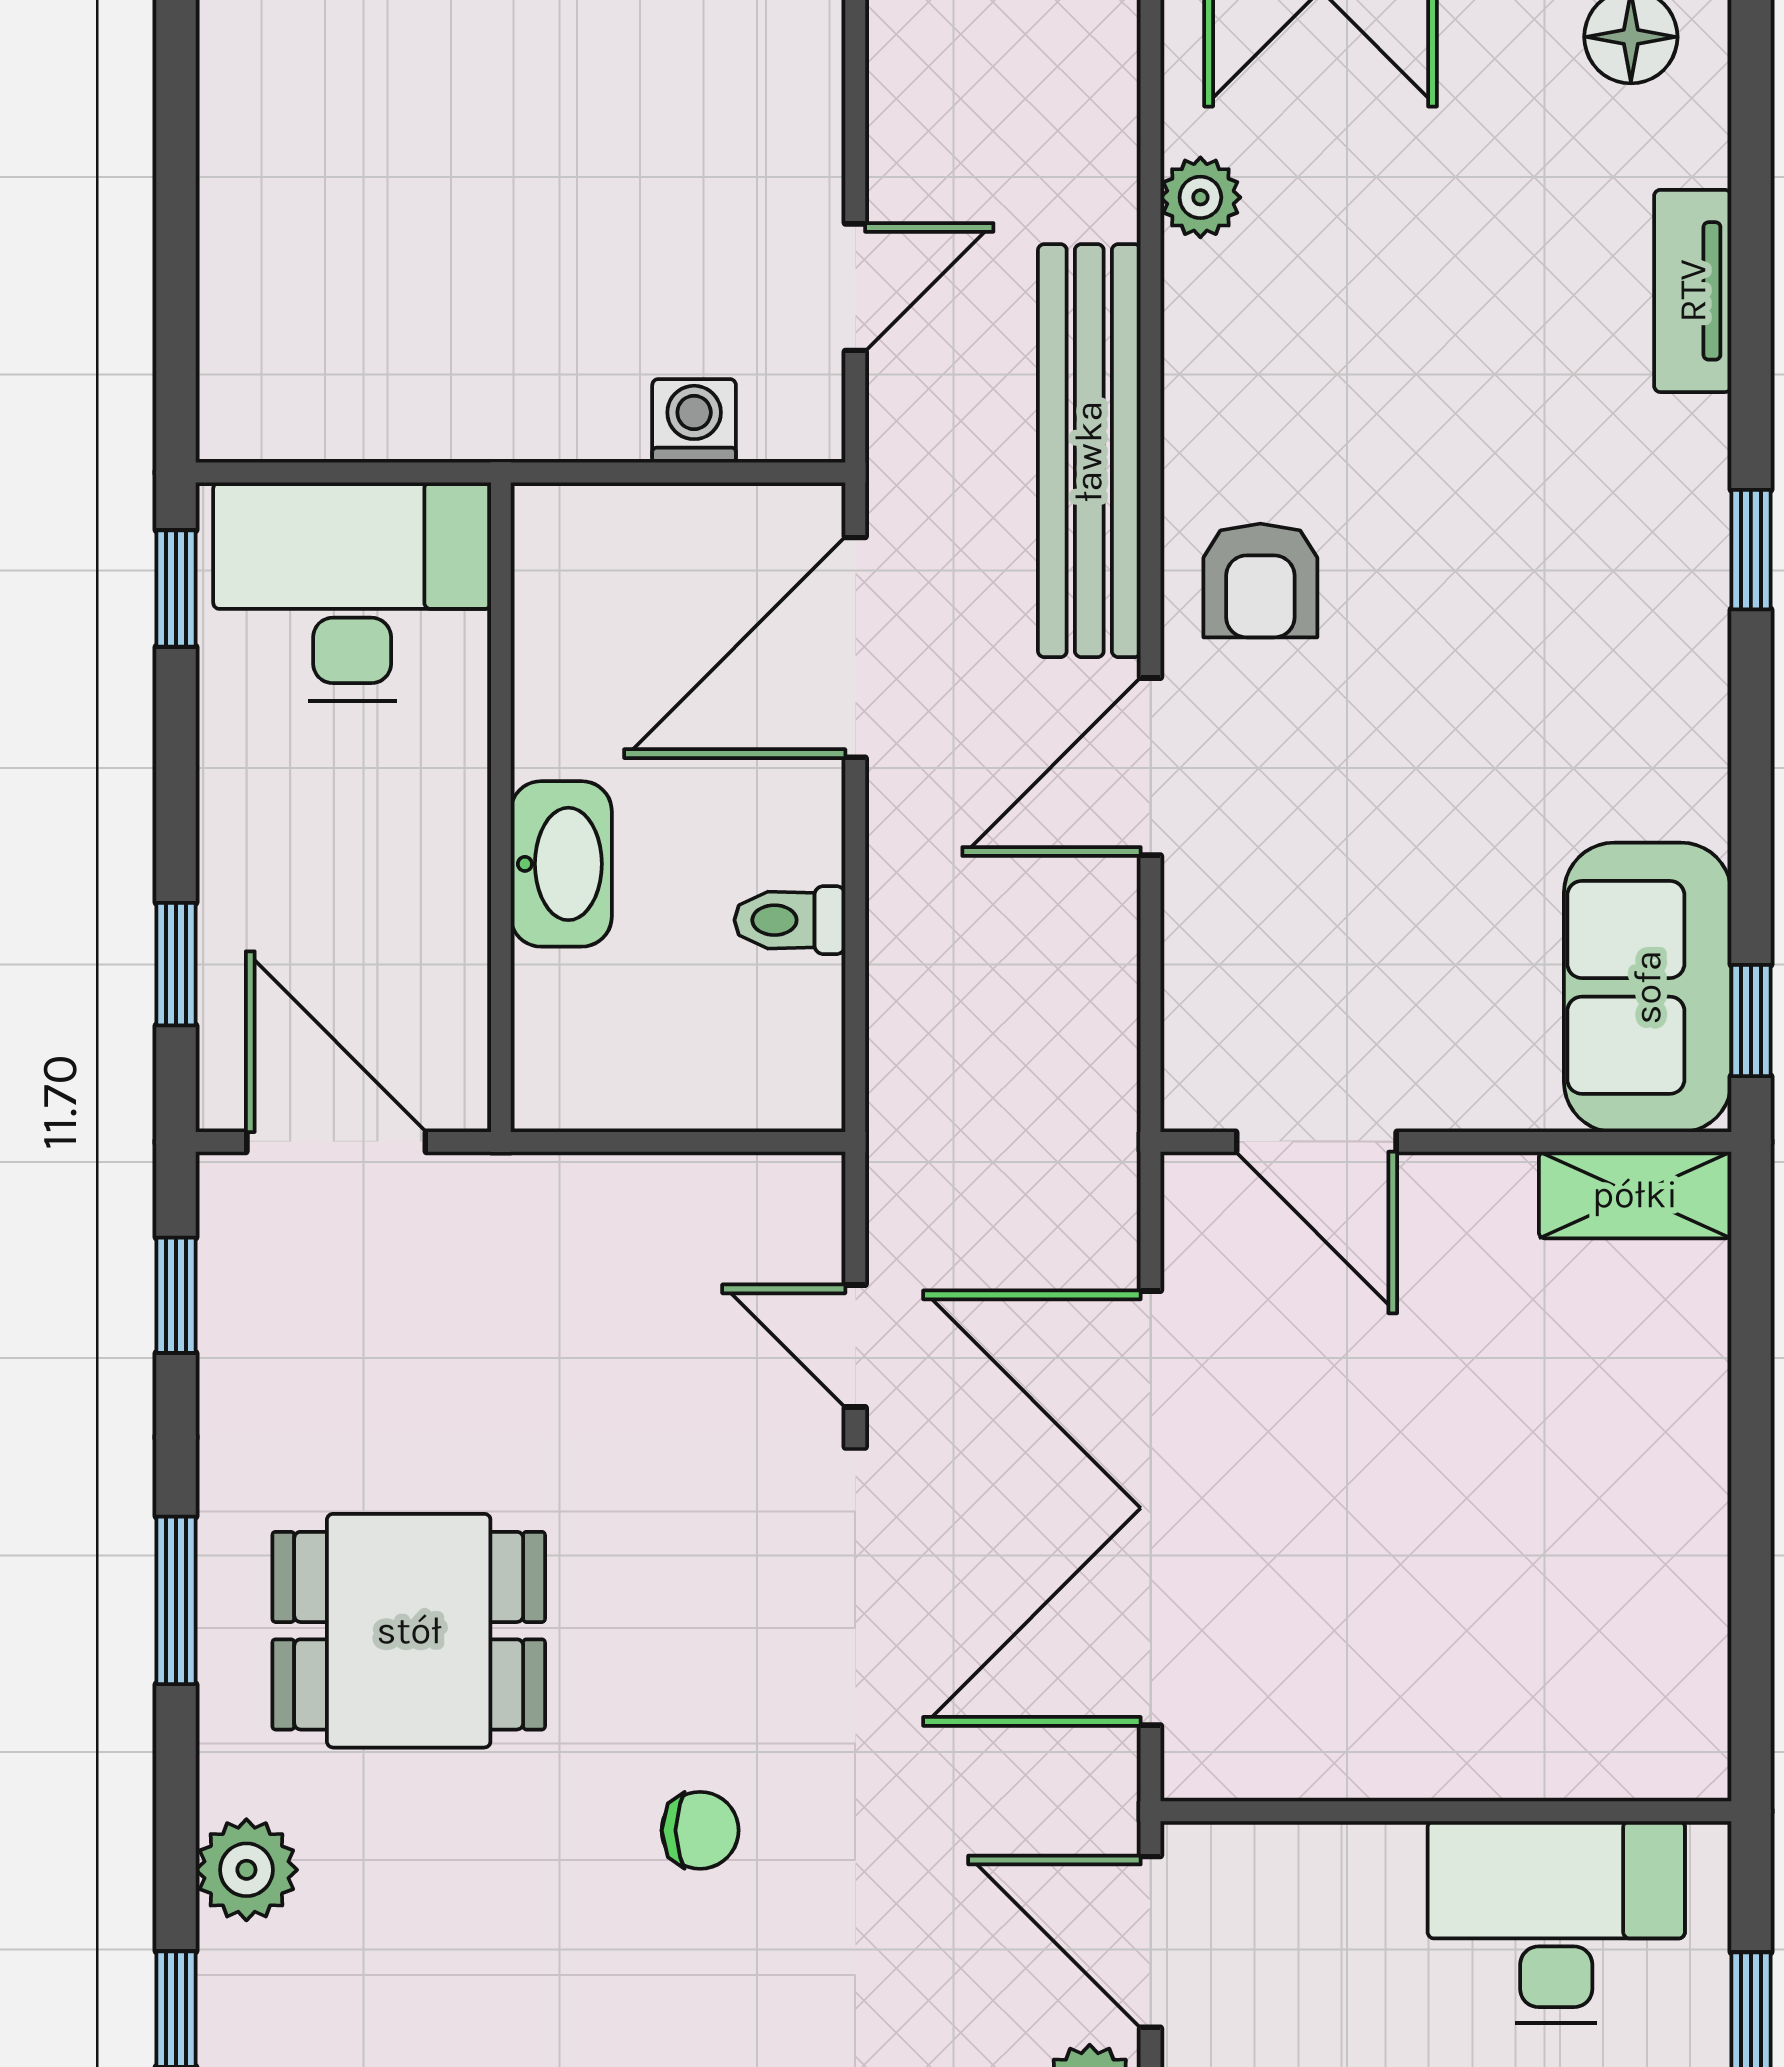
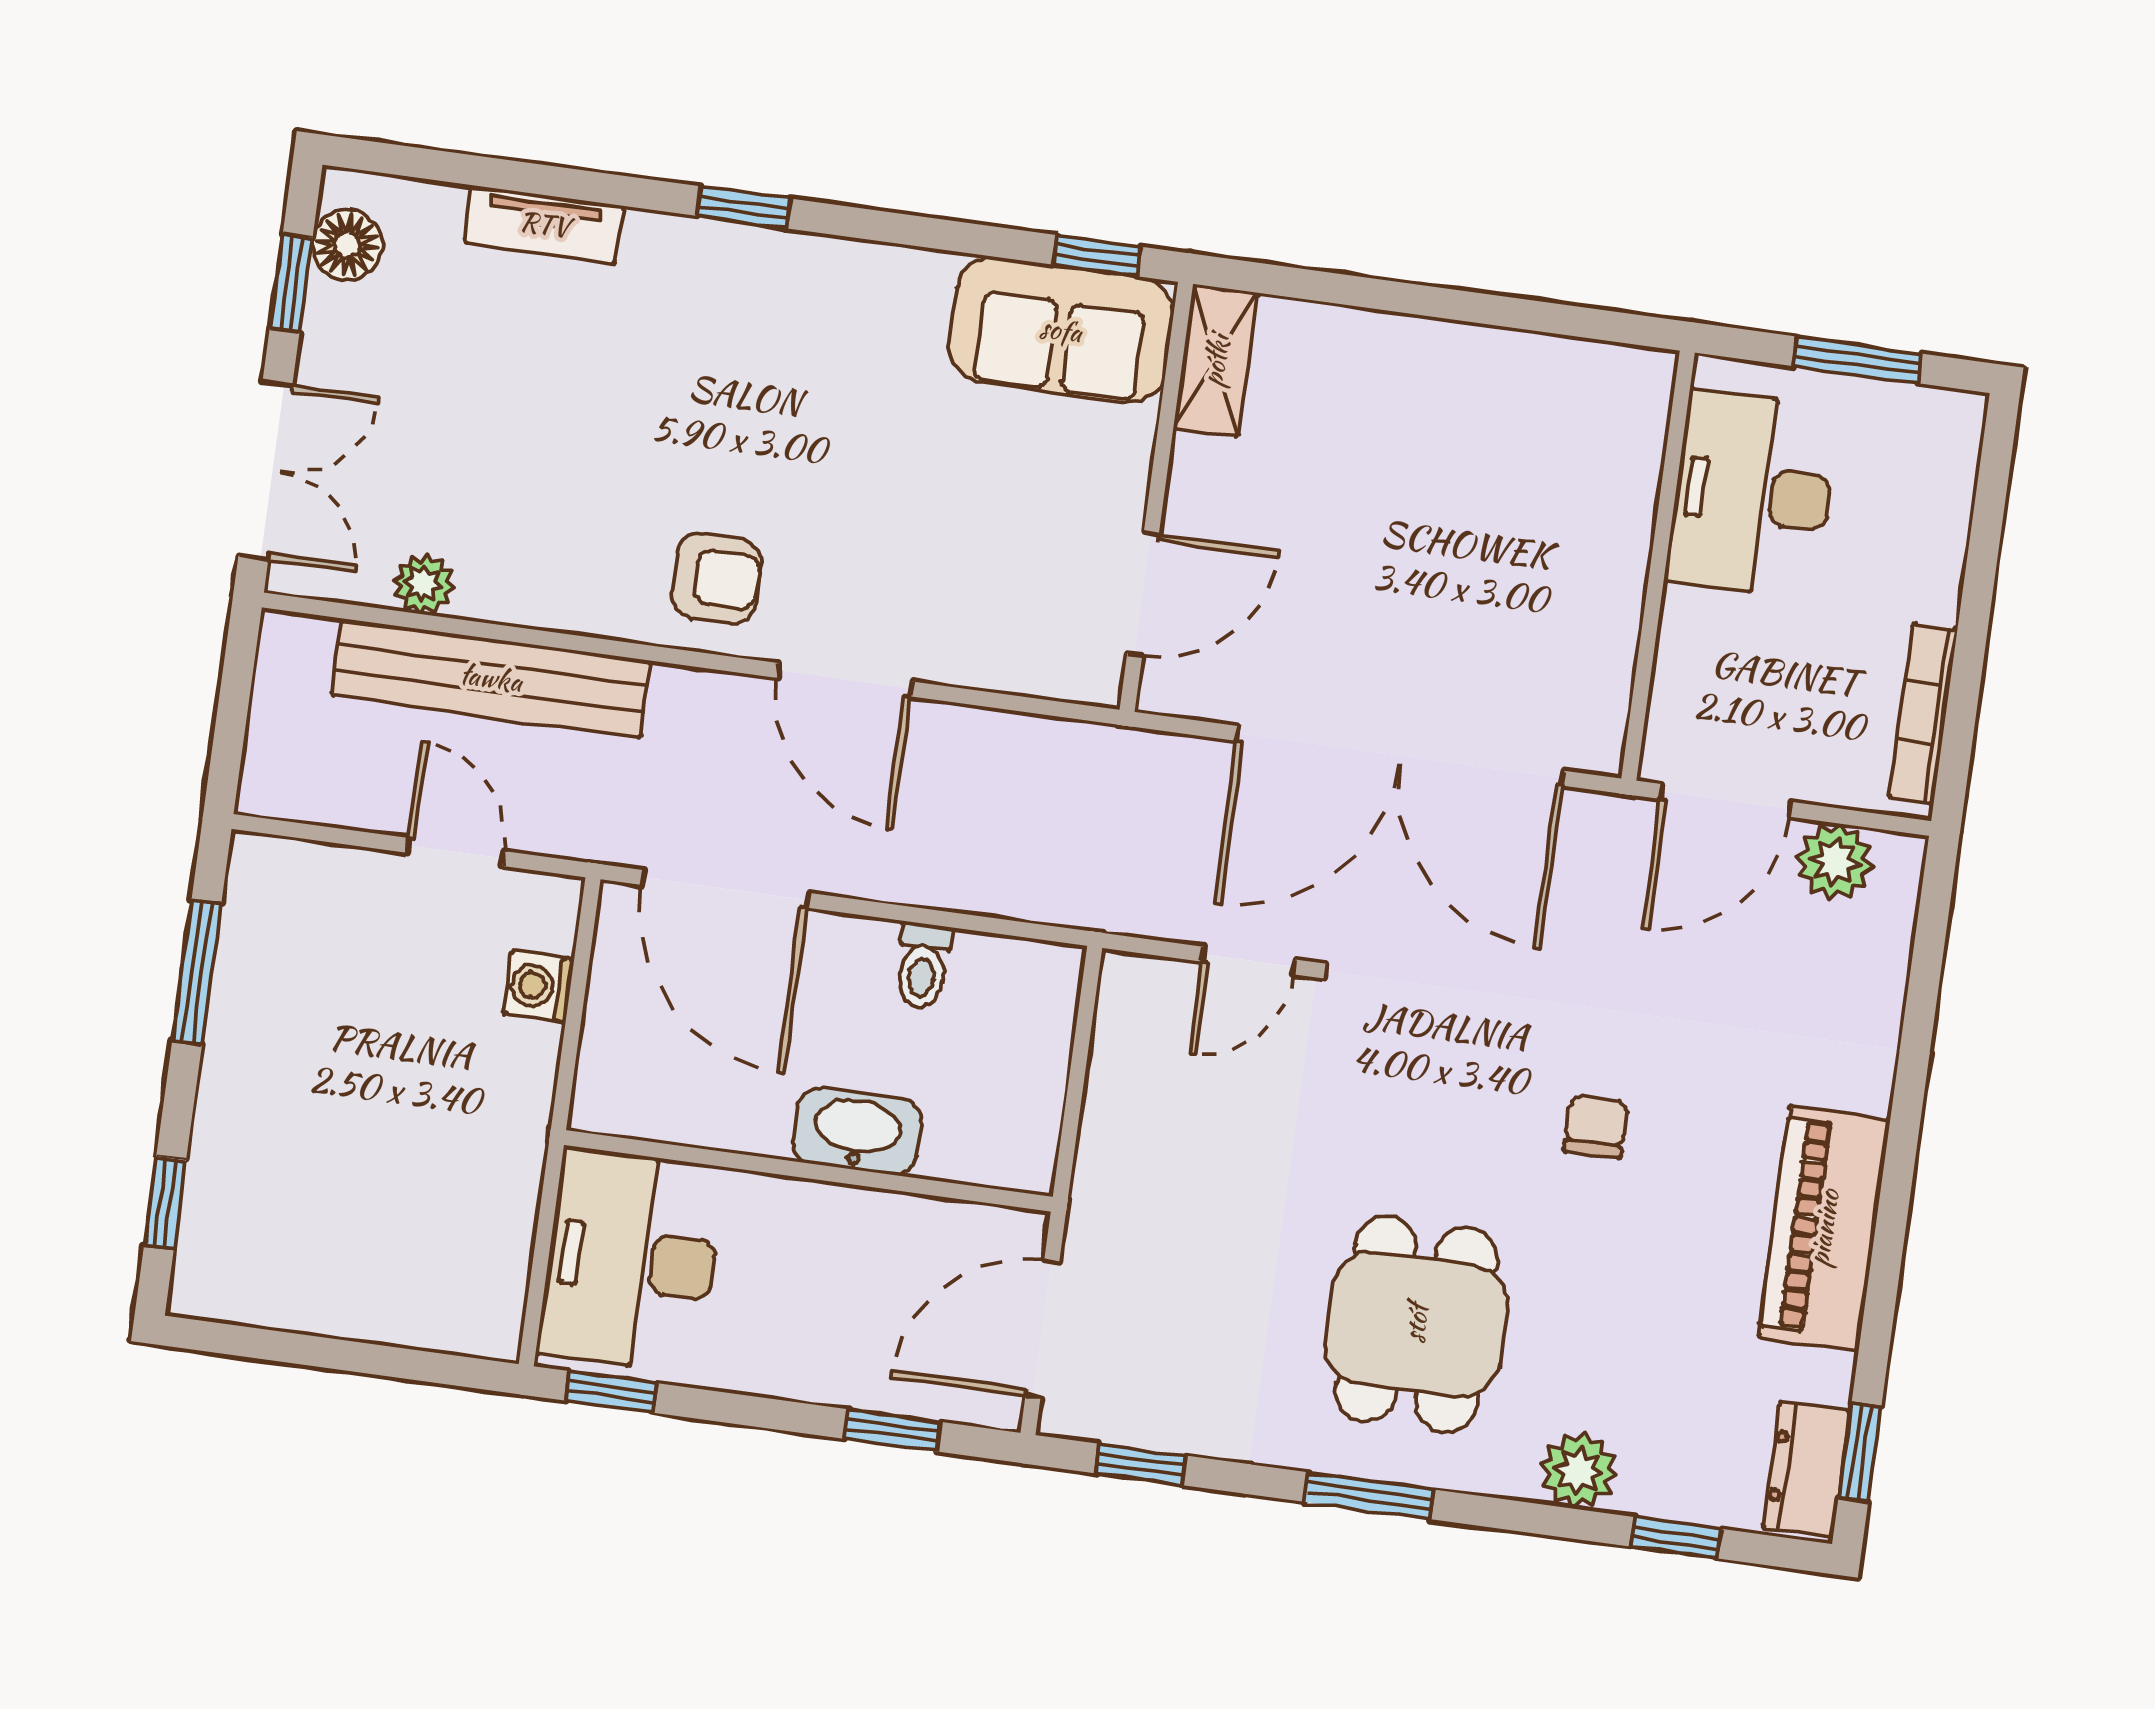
bench: (1089, 451) -> (491, 678), moved

